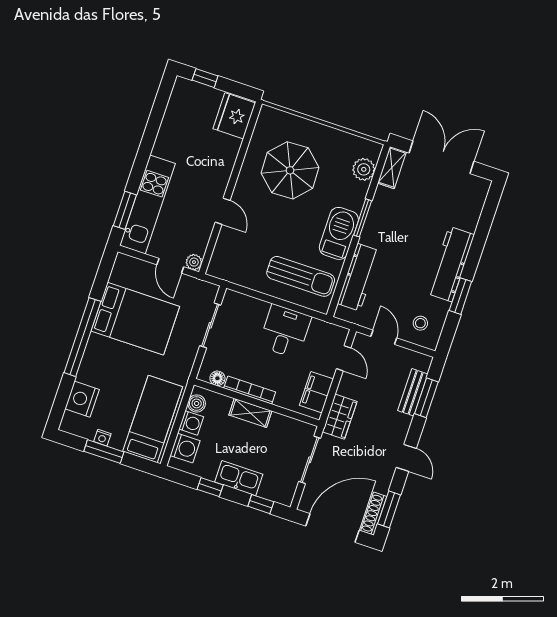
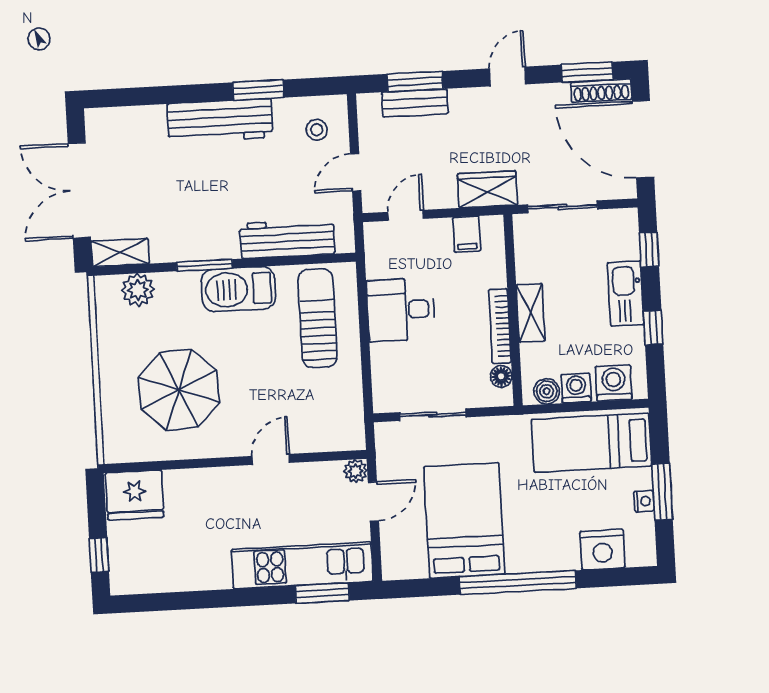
filing cabinet: (316, 392) -> (467, 234), width x0.50

